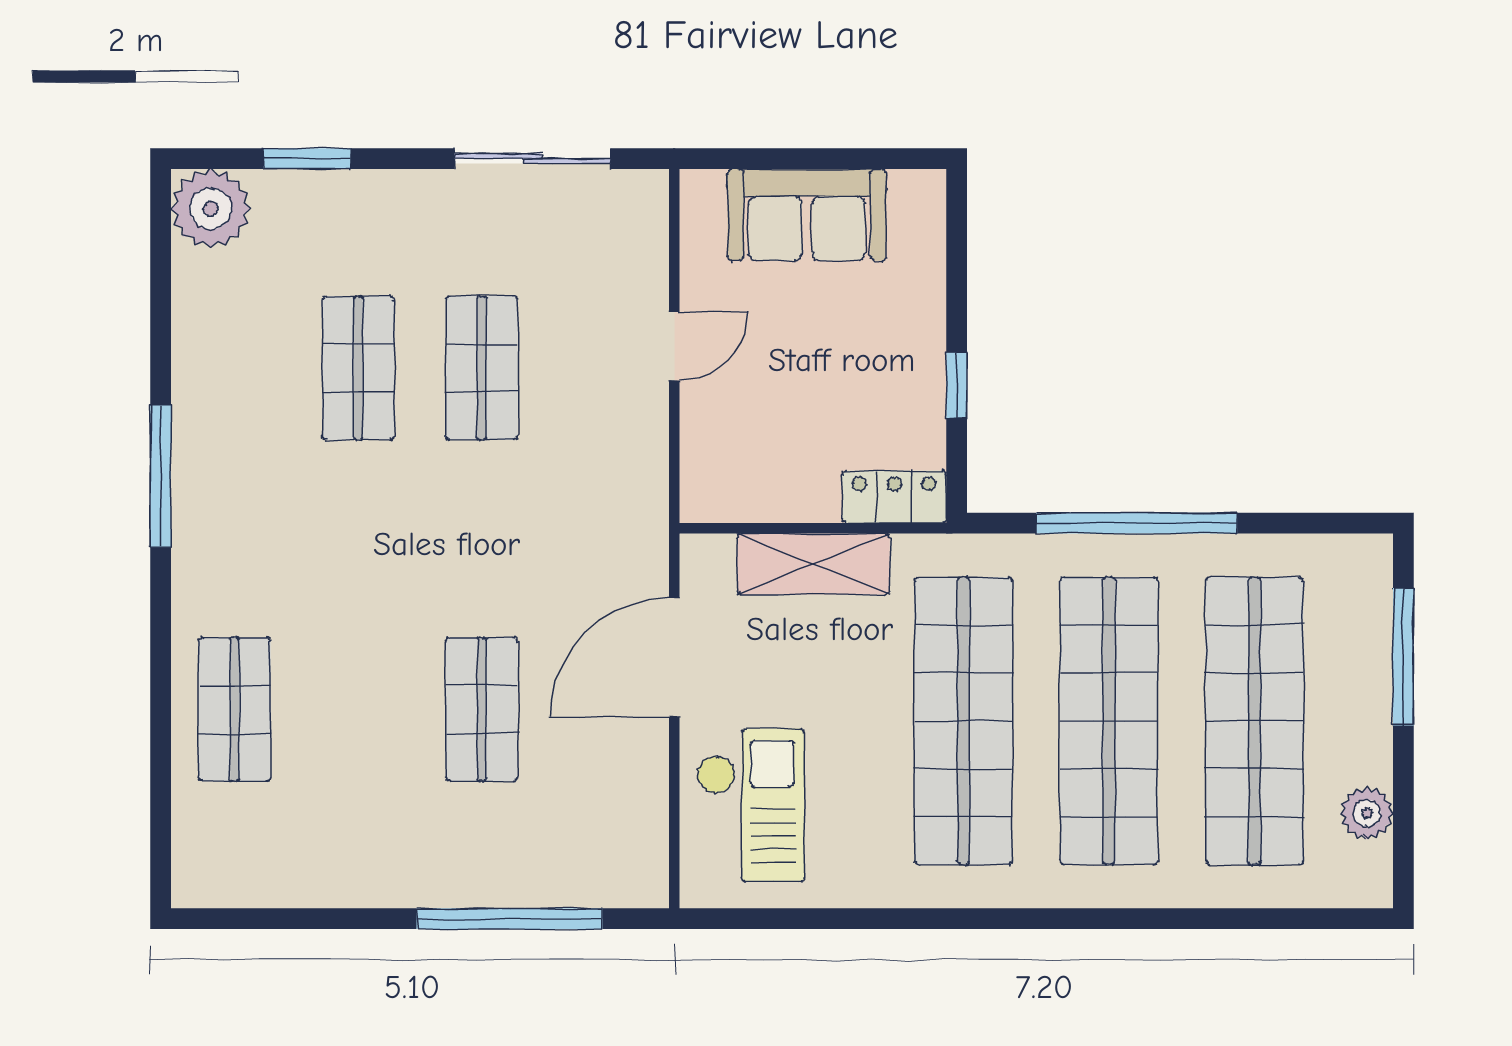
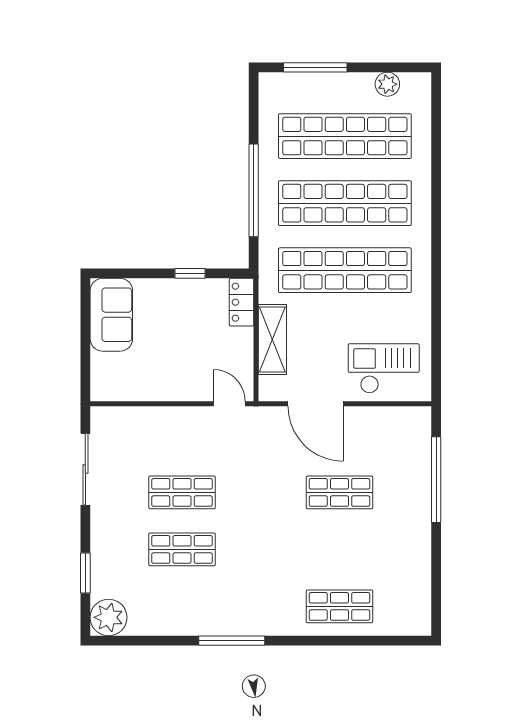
sofa: (807, 215) -> (111, 315), moved
door: (674, 346) -> (229, 404), moved

